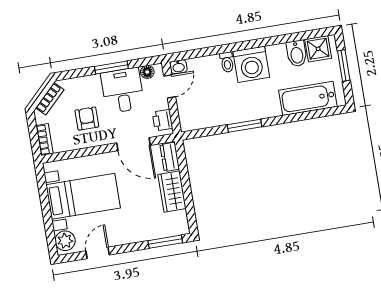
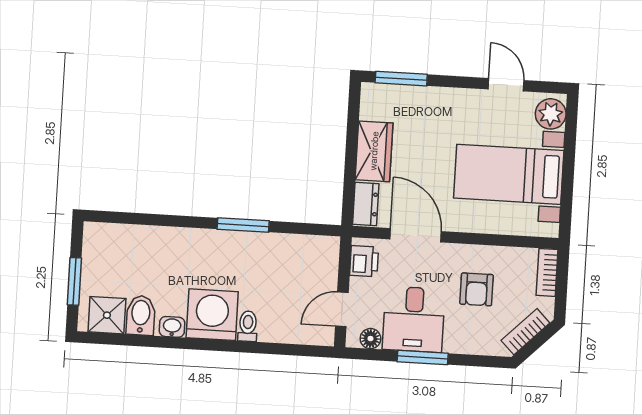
washbasin: (178, 67) -> (172, 327), moved
bathtub: (308, 98) -> (139, 244), removed
door: (98, 253) -> (506, 85), swing flipped

